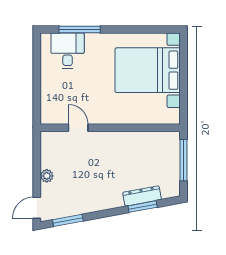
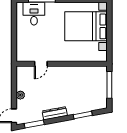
door: (78, 128) -> (41, 64), swing flipped
dresser: (142, 196) -> (55, 113), moved

